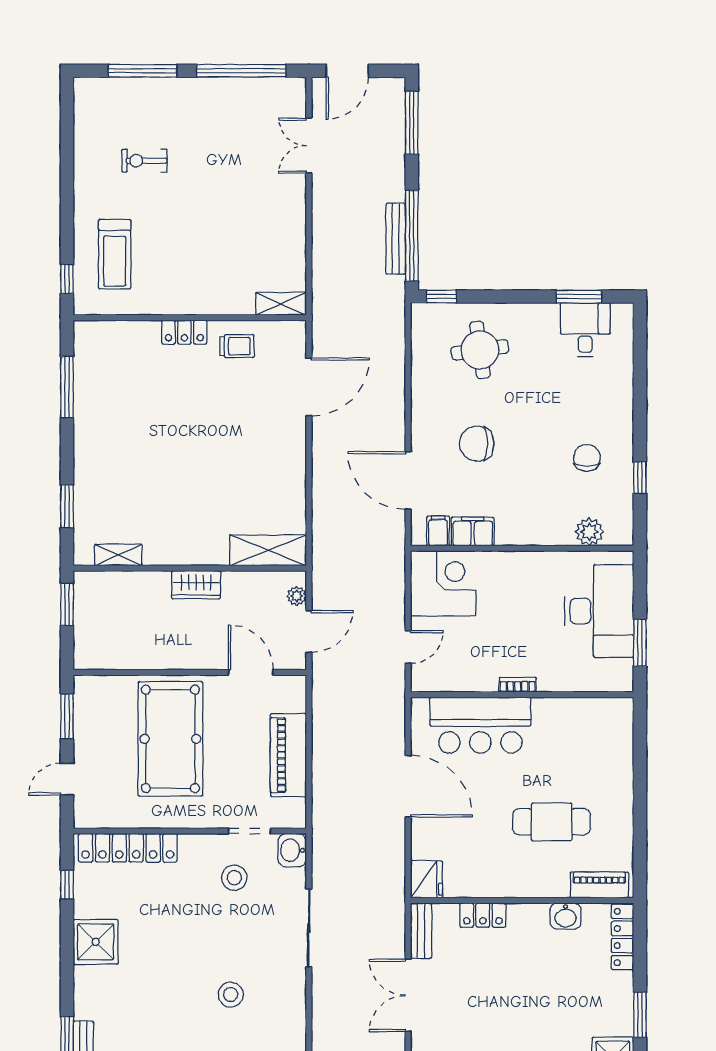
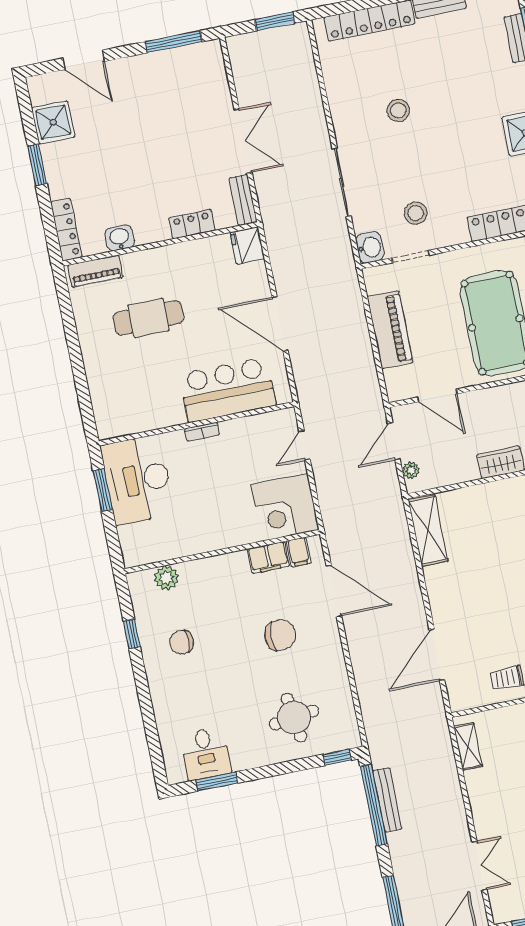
shelving: (281, 304) -> (468, 747), moved, turned 90
chair: (587, 458) -> (182, 642), turned 90
shelving: (268, 550) -> (428, 530), moved, turned 90
desk: (599, 611) -> (138, 480), moved

